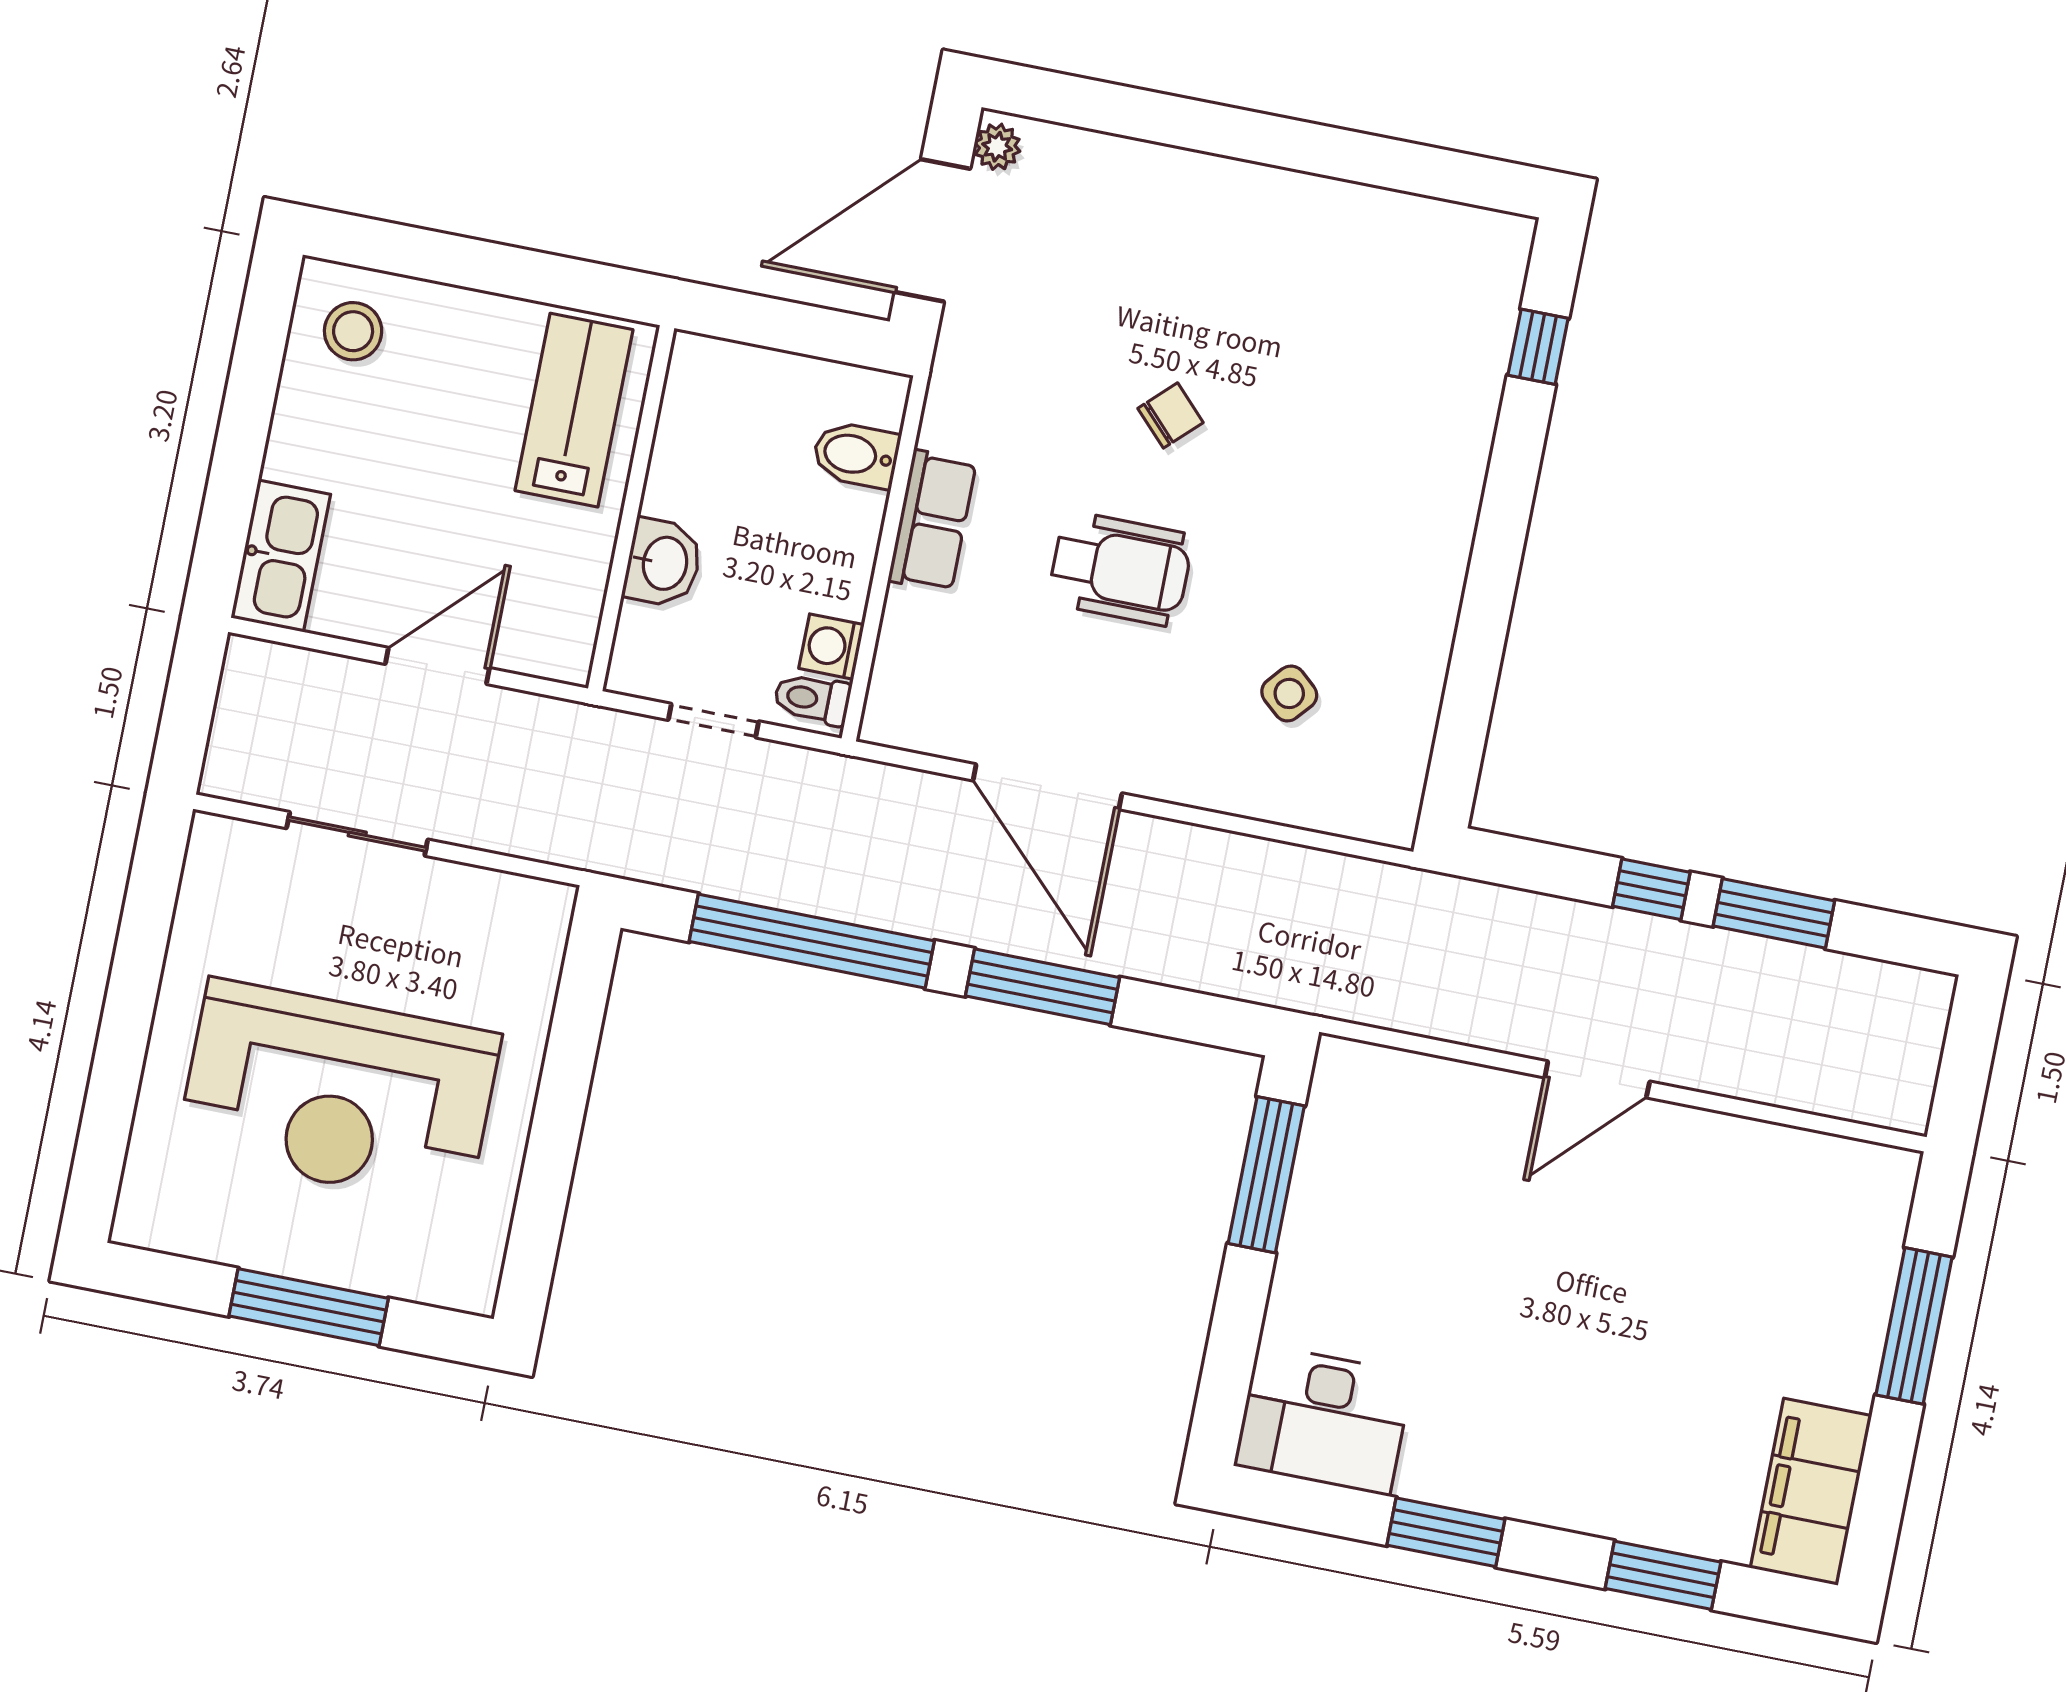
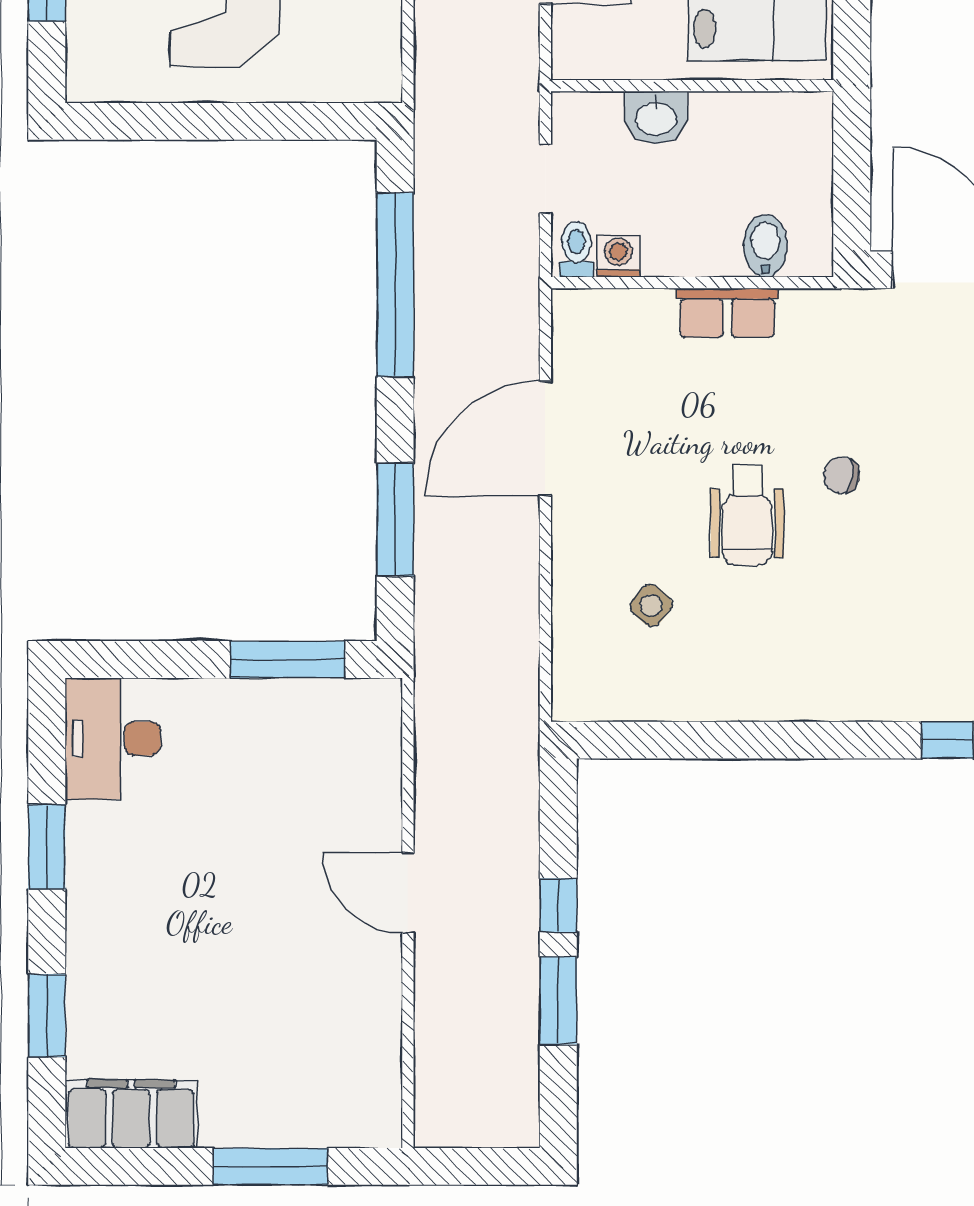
chair: (1171, 415) -> (842, 475), turned 143
wheelchair: (1120, 569) -> (747, 515), moved
window: (1043, 987) -> (395, 520), moved

